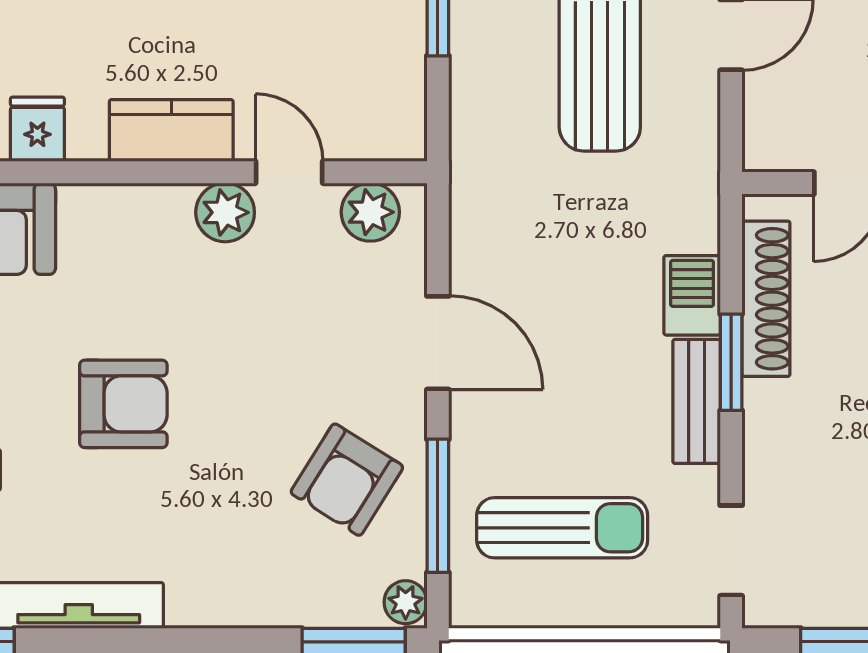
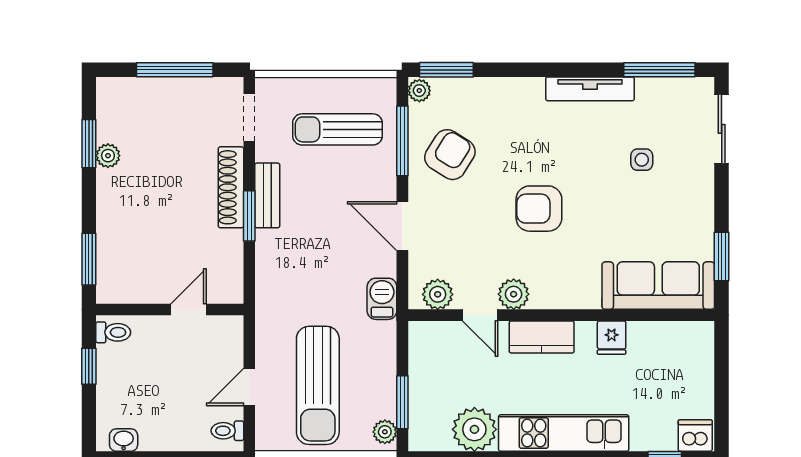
barbecue: (692, 295) -> (382, 299), moved, turned 180
shoe rack: (766, 299) -> (231, 187), moved
armchair: (123, 404) -> (539, 209), moved

